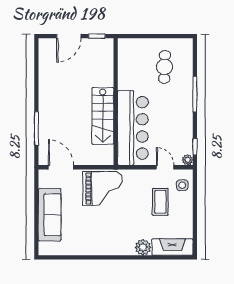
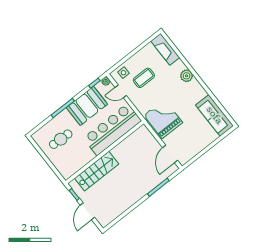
door: (69, 36) -> (87, 211), swing flipped
stairs: (103, 116) -> (97, 171), moved
booth: (178, 121) -> (87, 106), added
door: (165, 167) -> (121, 91), hinge flipped
sofa: (50, 215) -> (215, 115), moved, turned -90
plant: (143, 247) -> (187, 76), moved

